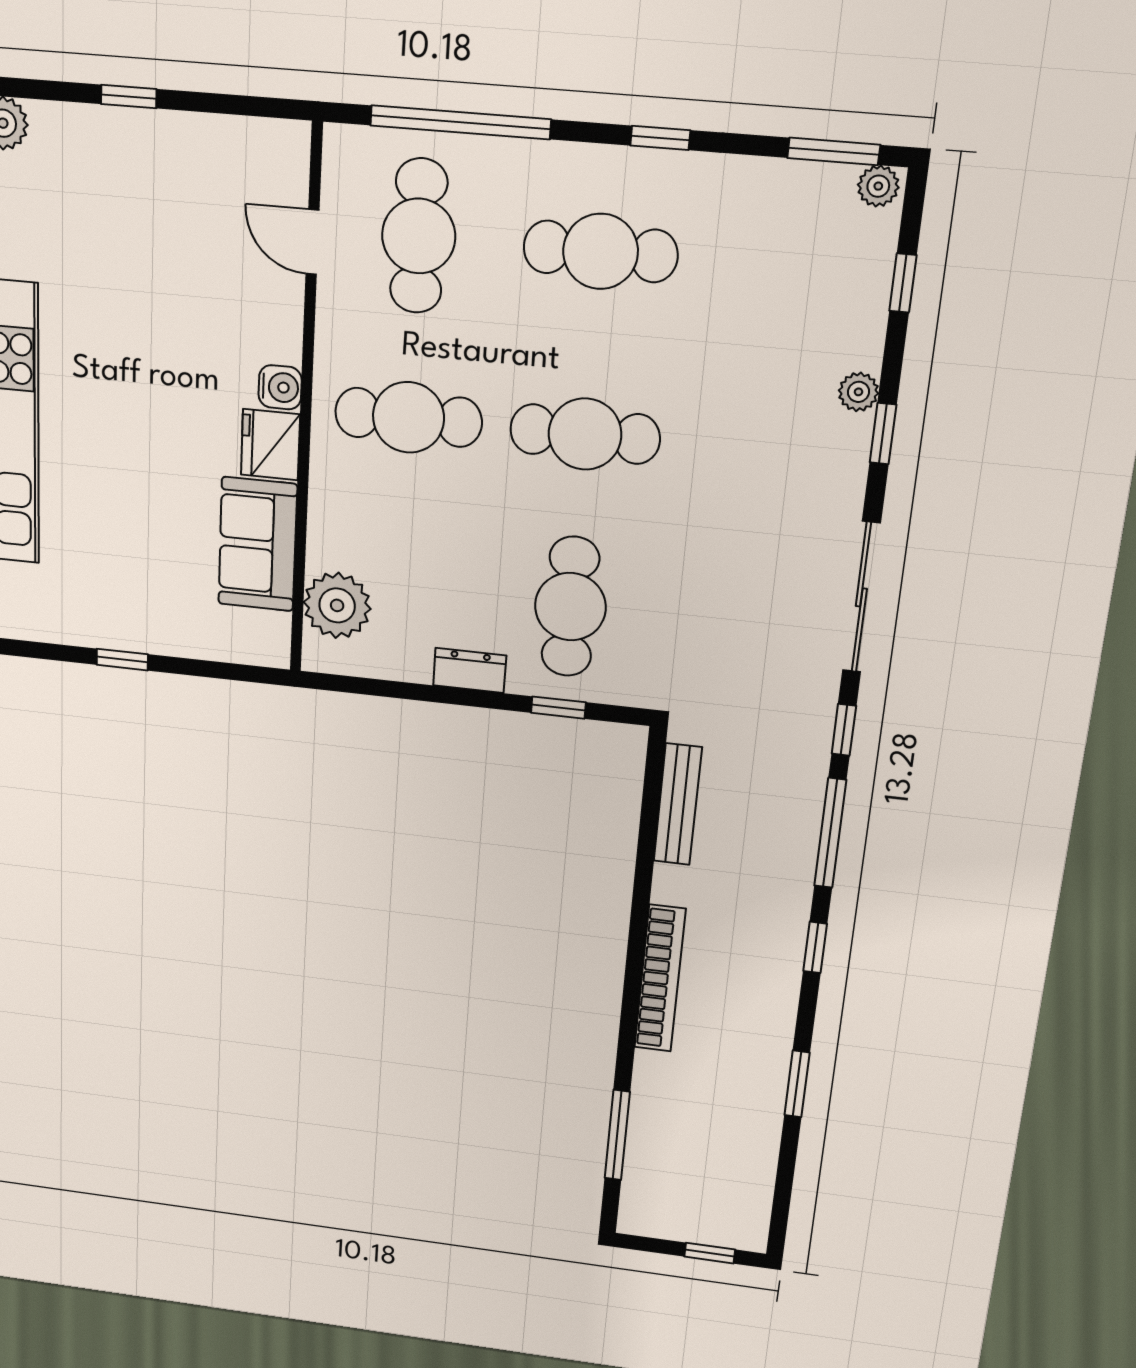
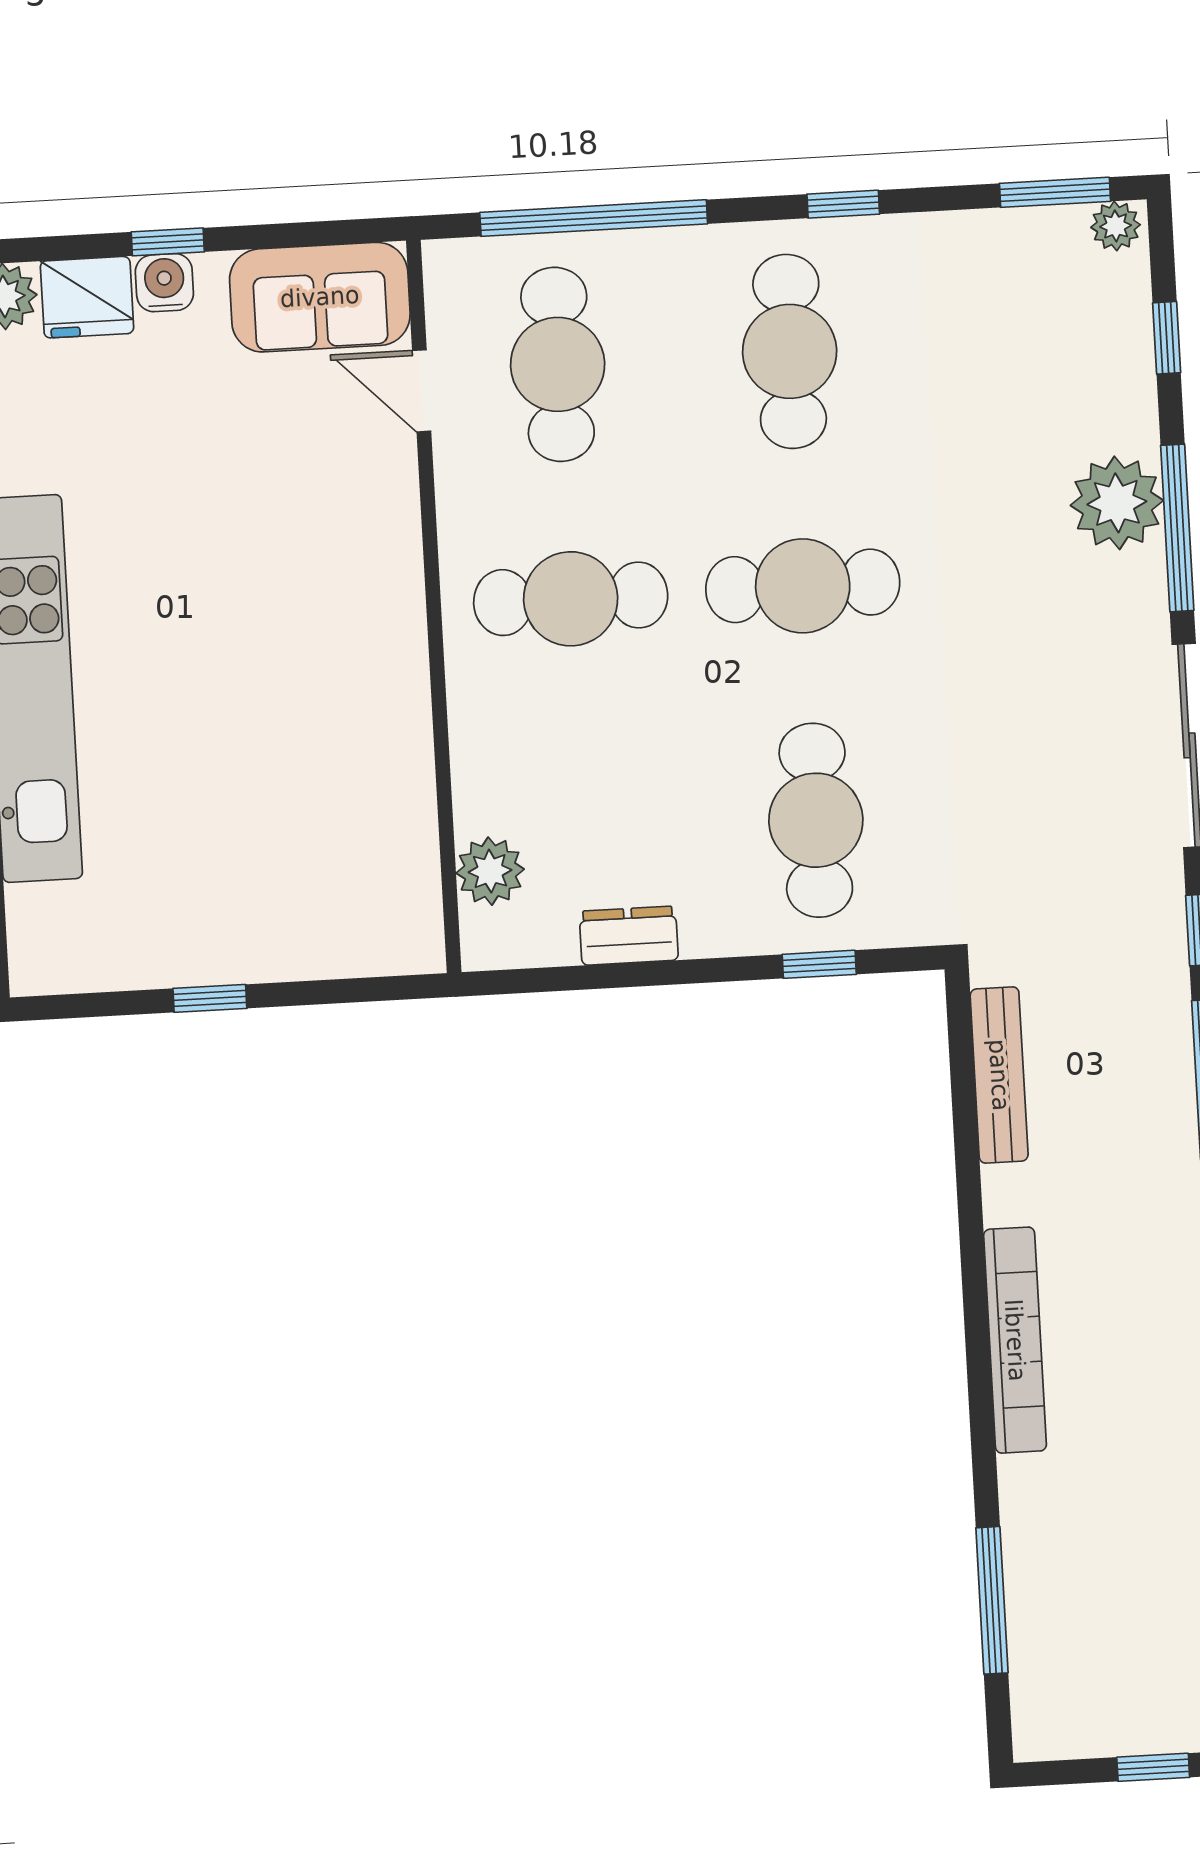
cafe table: (600, 251) -> (790, 351), turned 90
water cooler: (280, 387) -> (164, 283), moved, turned -90
plant: (858, 392) -> (1117, 503), width x1.88, depth x1.88
window: (883, 434) -> (1177, 528), width x2.17
fridge: (270, 445) -> (87, 297), moved, turned -90
sofa: (258, 544) -> (320, 297), moved, turned -90
plant: (337, 605) -> (490, 871), width x0.73, depth x0.73
dresser: (470, 670) -> (629, 936), moved

